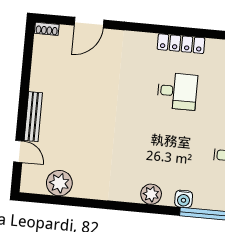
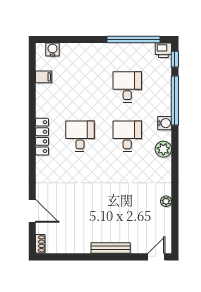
desk: (172, 150) -> (127, 136), added
door: (19, 151) -> (156, 257), moved
plant: (59, 183) -> (166, 201), moved, width x0.53, depth x0.53

